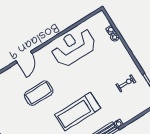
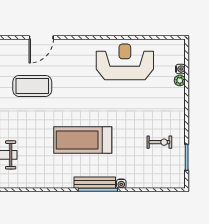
door: (24, 57) -> (41, 37), moved
coffee table: (39, 93) -> (32, 86), moved

